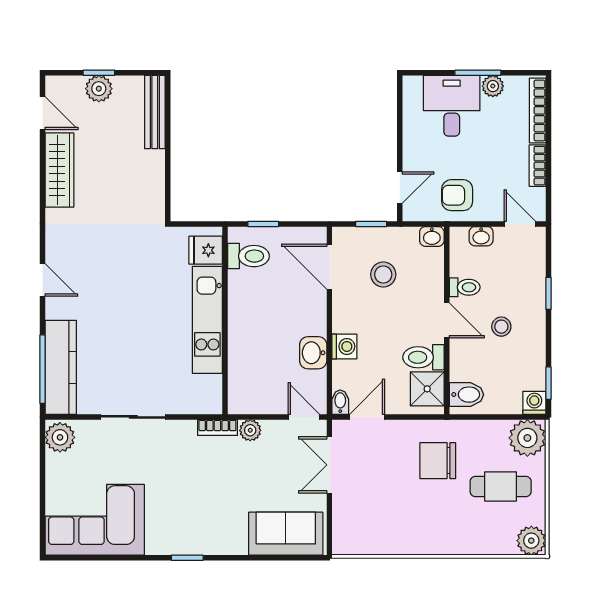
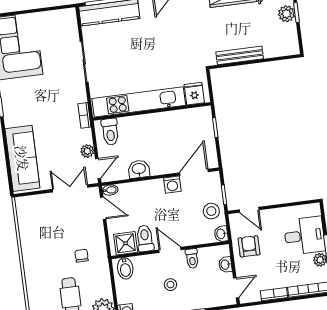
bench: (155, 112) -> (240, 55), moved
toilet: (249, 256) -> (110, 132), moved
stool: (383, 274) -> (211, 211), moved
kitchen unit: (207, 320) -> (139, 102), width x1.36
door: (447, 320) -> (170, 250), swing flipped
washing machine: (344, 346) -> (172, 185), moved
plant: (250, 430) -> (87, 151), moved
plant: (60, 437) -> (65, 18), removed
chair: (438, 461) -> (82, 256), width x0.54, depth x0.54
sofa: (286, 534) -> (22, 158), width x1.36

